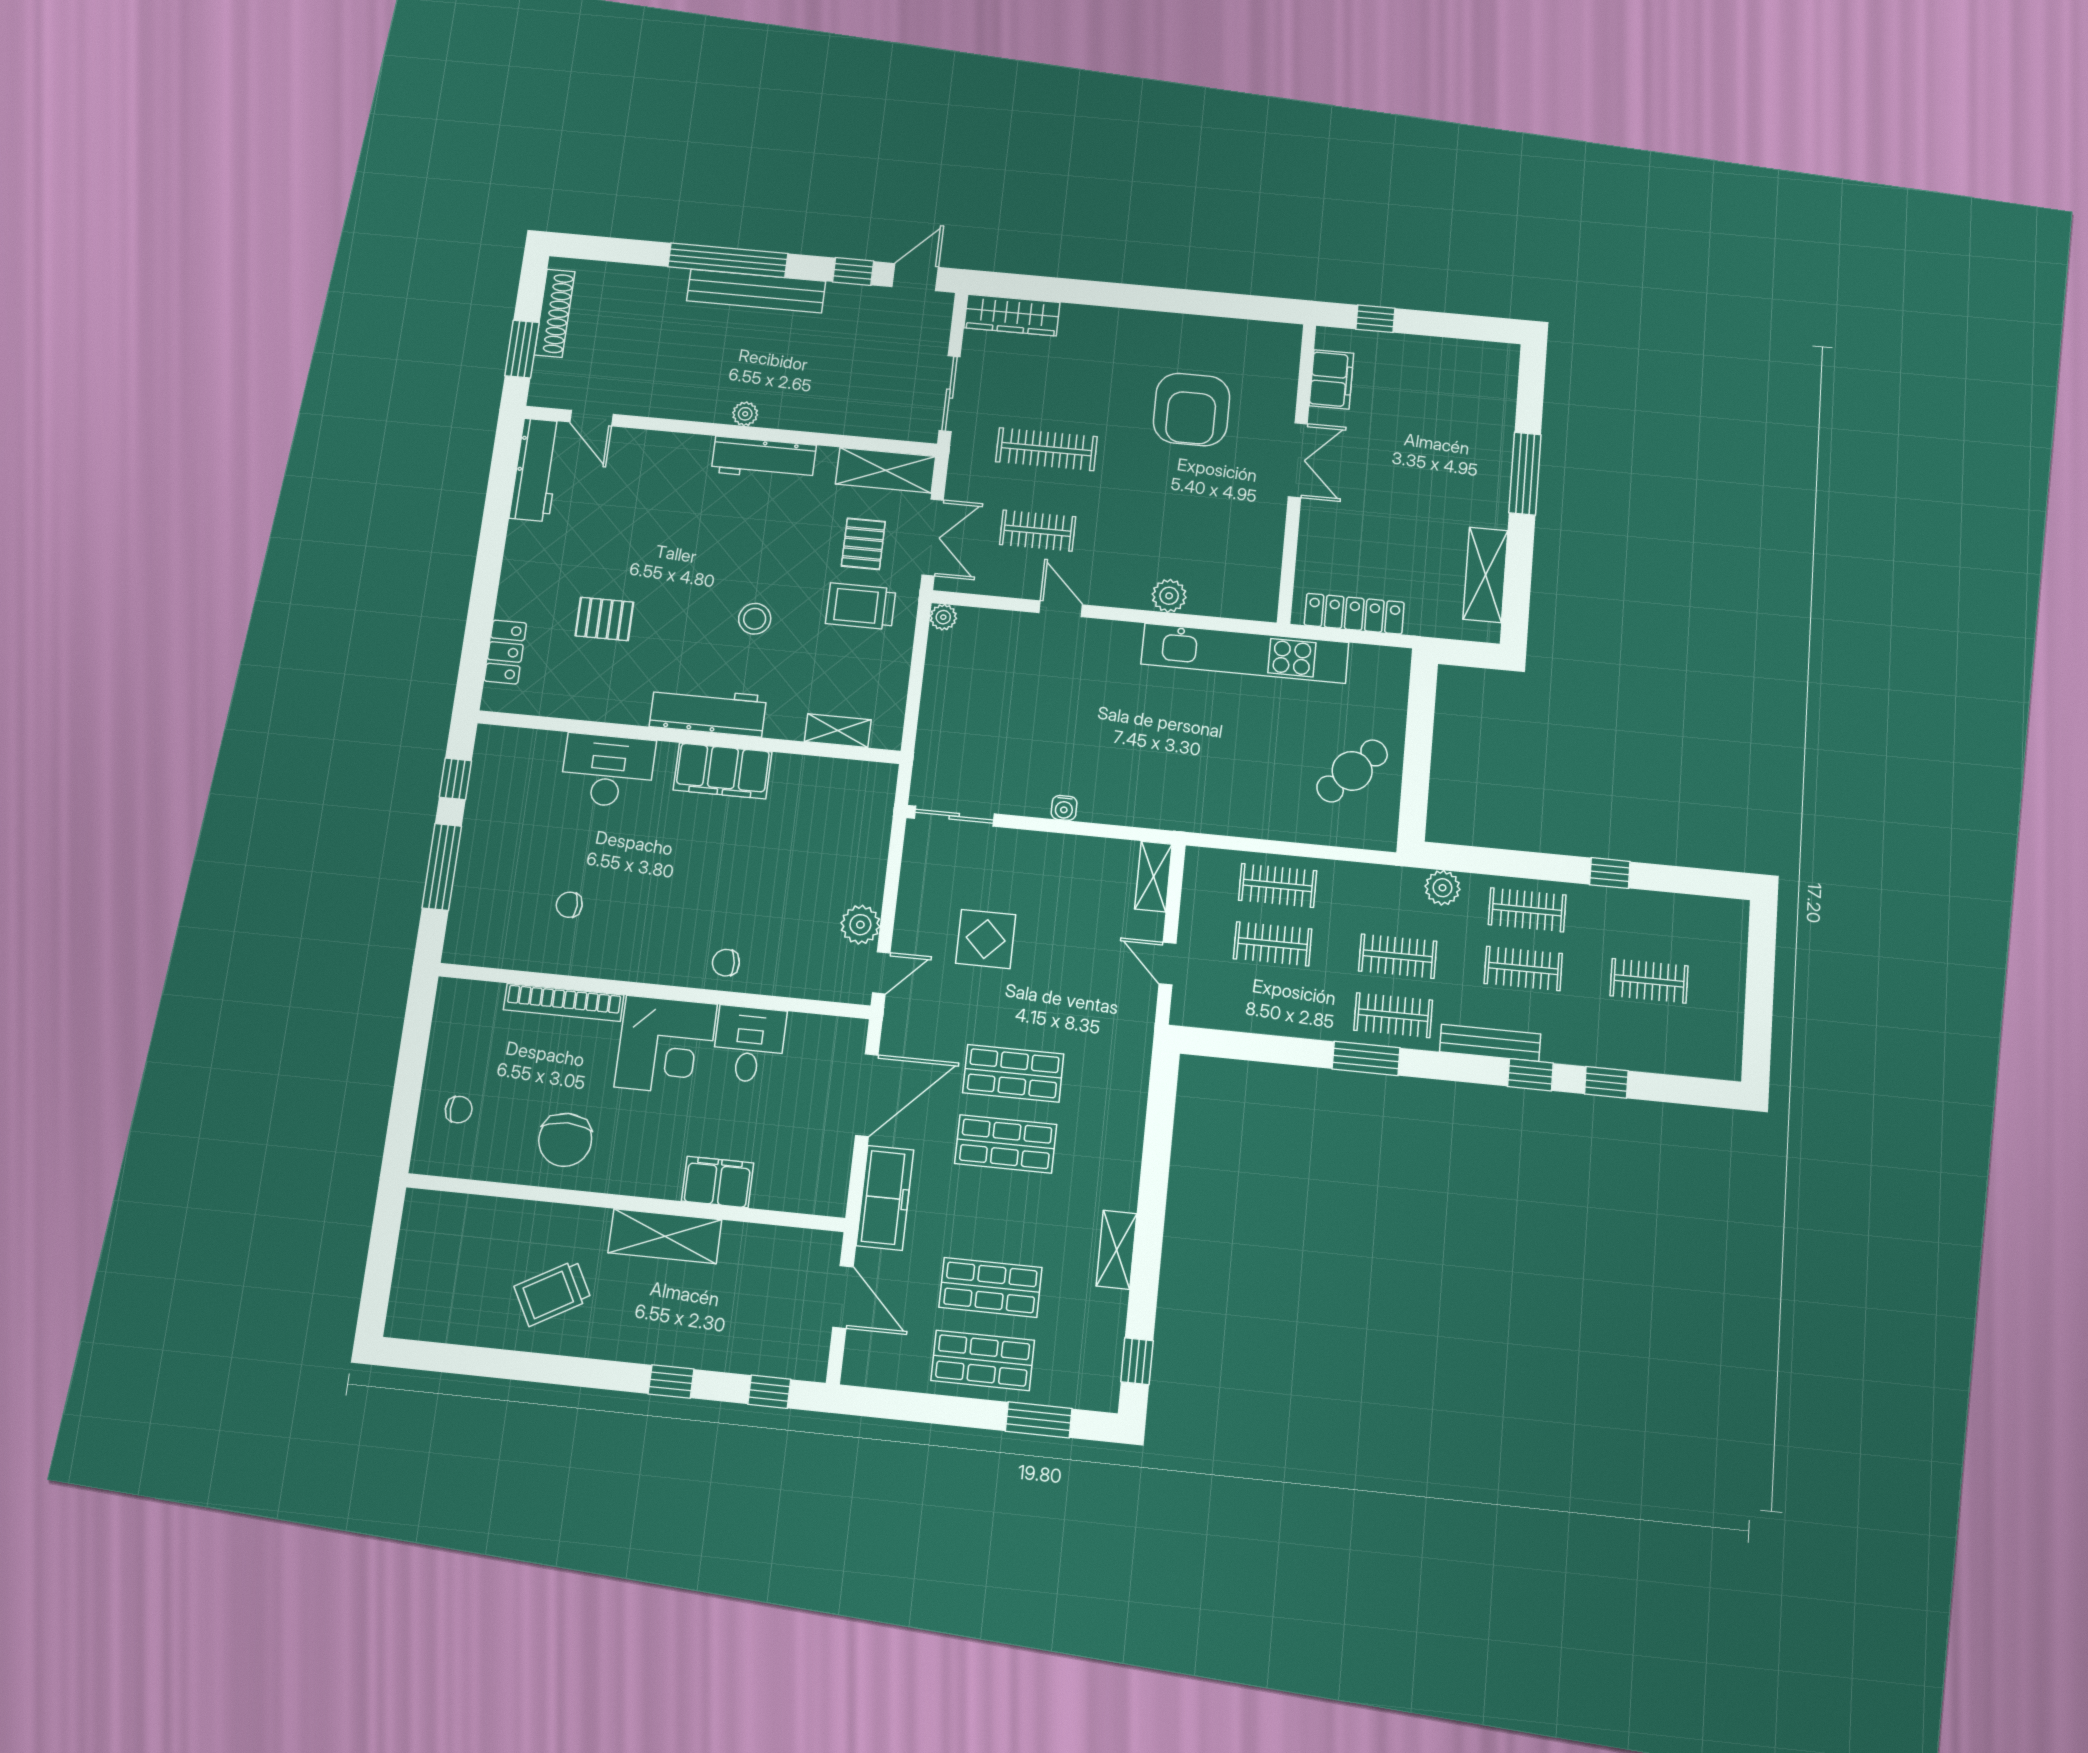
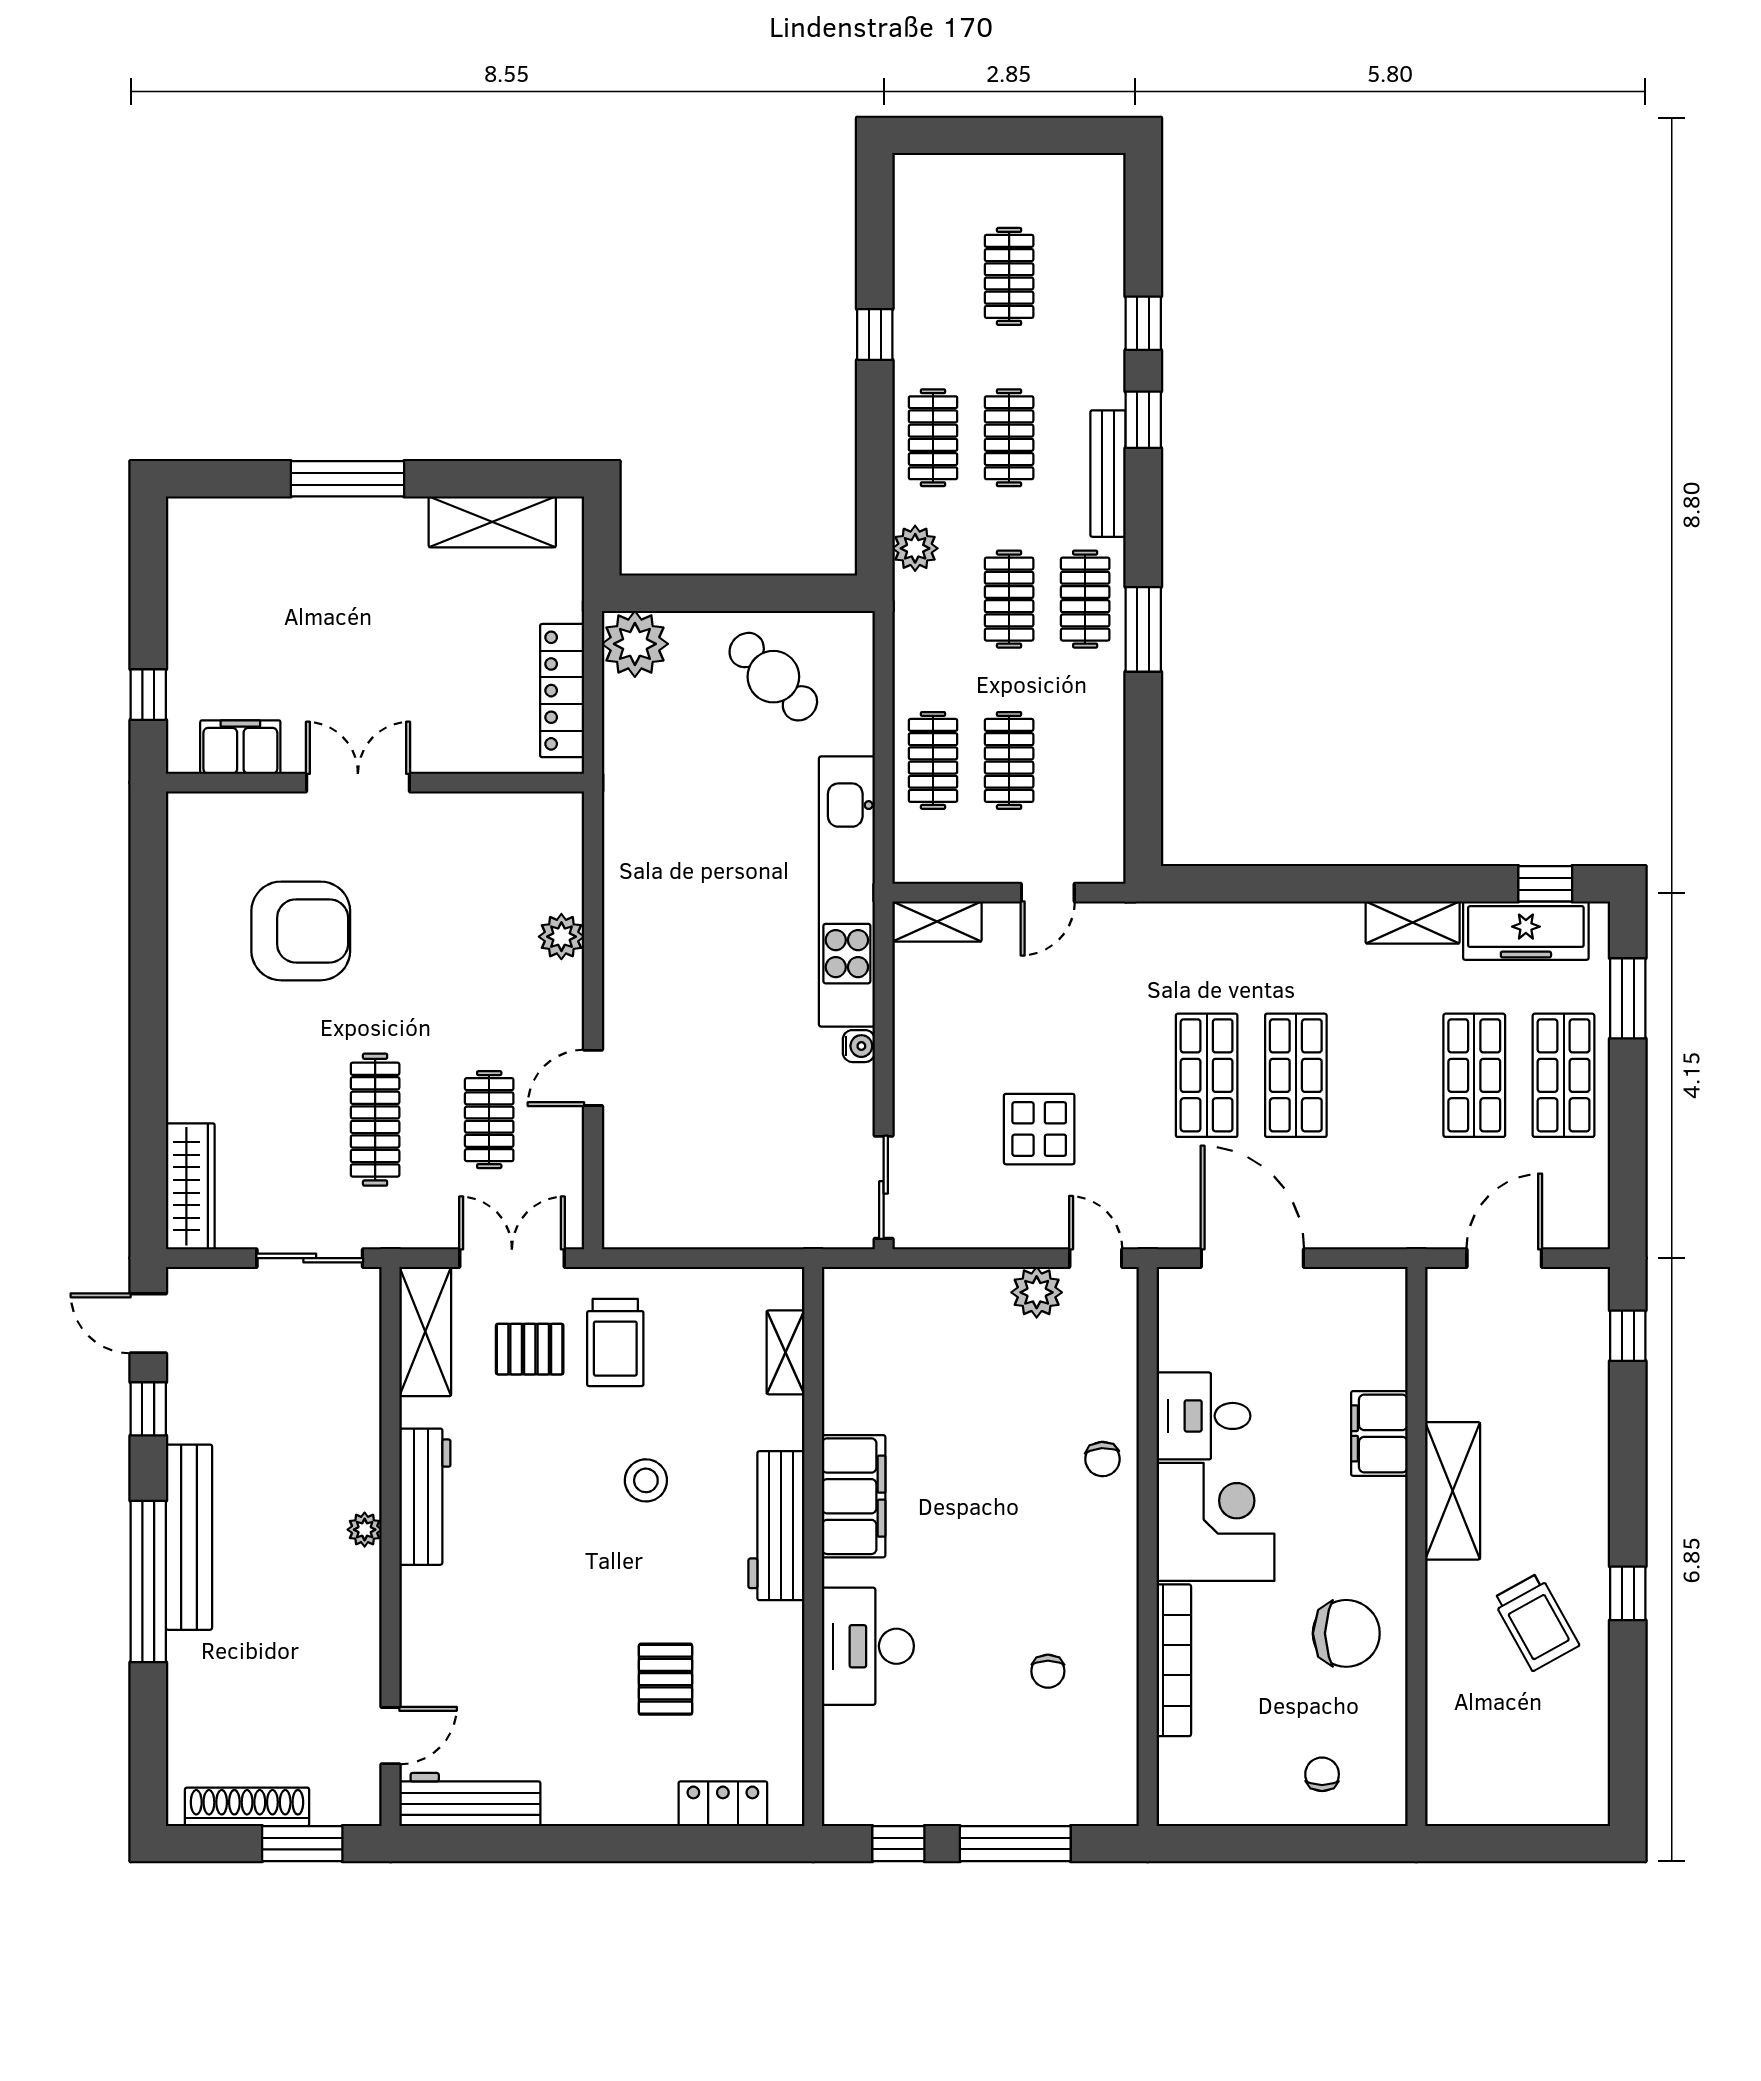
plant: (943, 617) -> (635, 644), moved, width x1.87, depth x1.87
kitchen unit: (1245, 653) -> (847, 891), moved, turned 180
freezer: (885, 1198) -> (1526, 931), moved, turned 180
window: (671, 1381) -> (1628, 1593), moved

